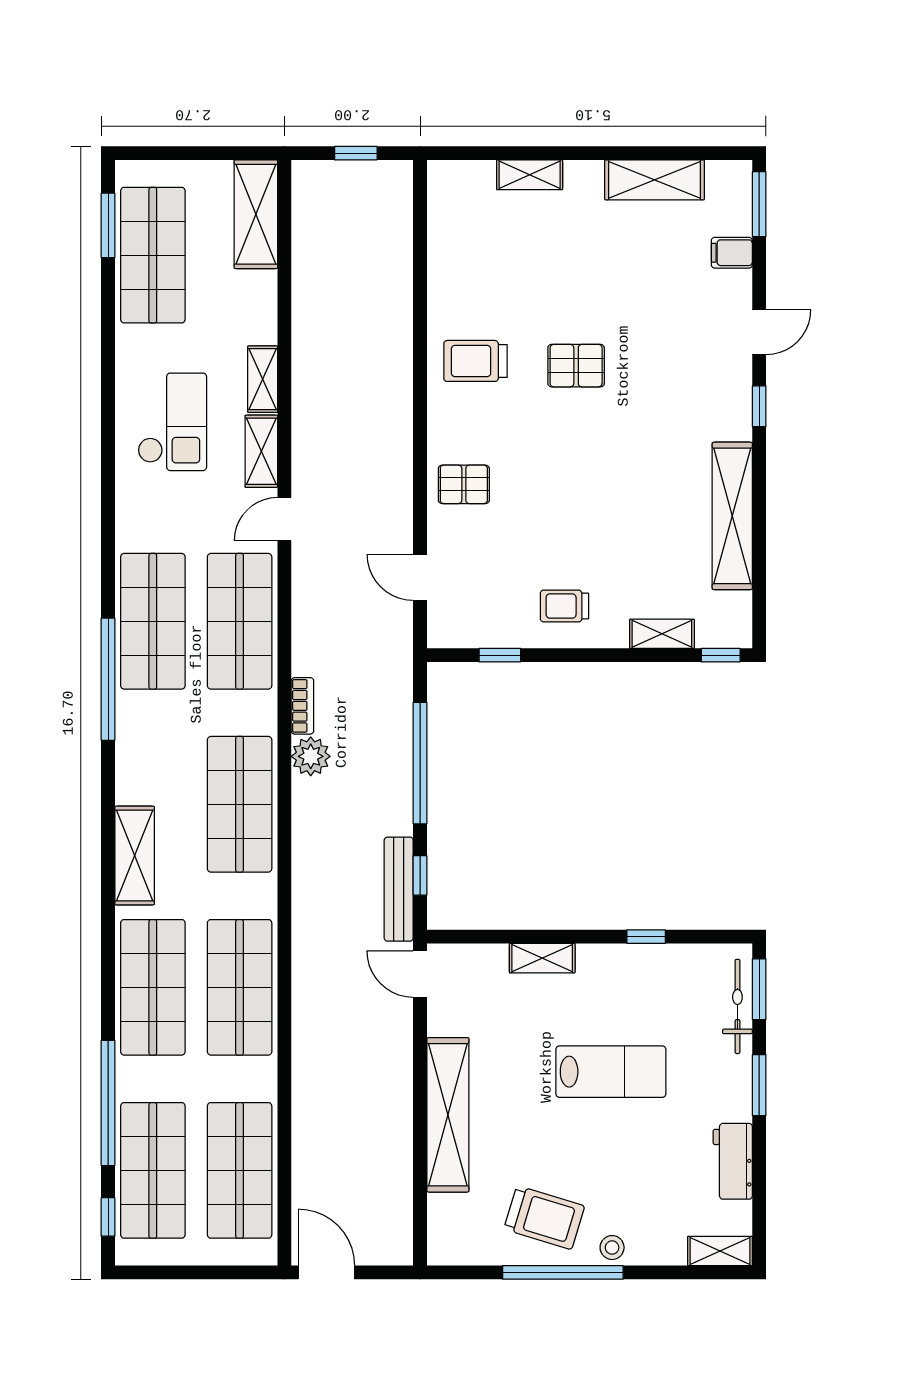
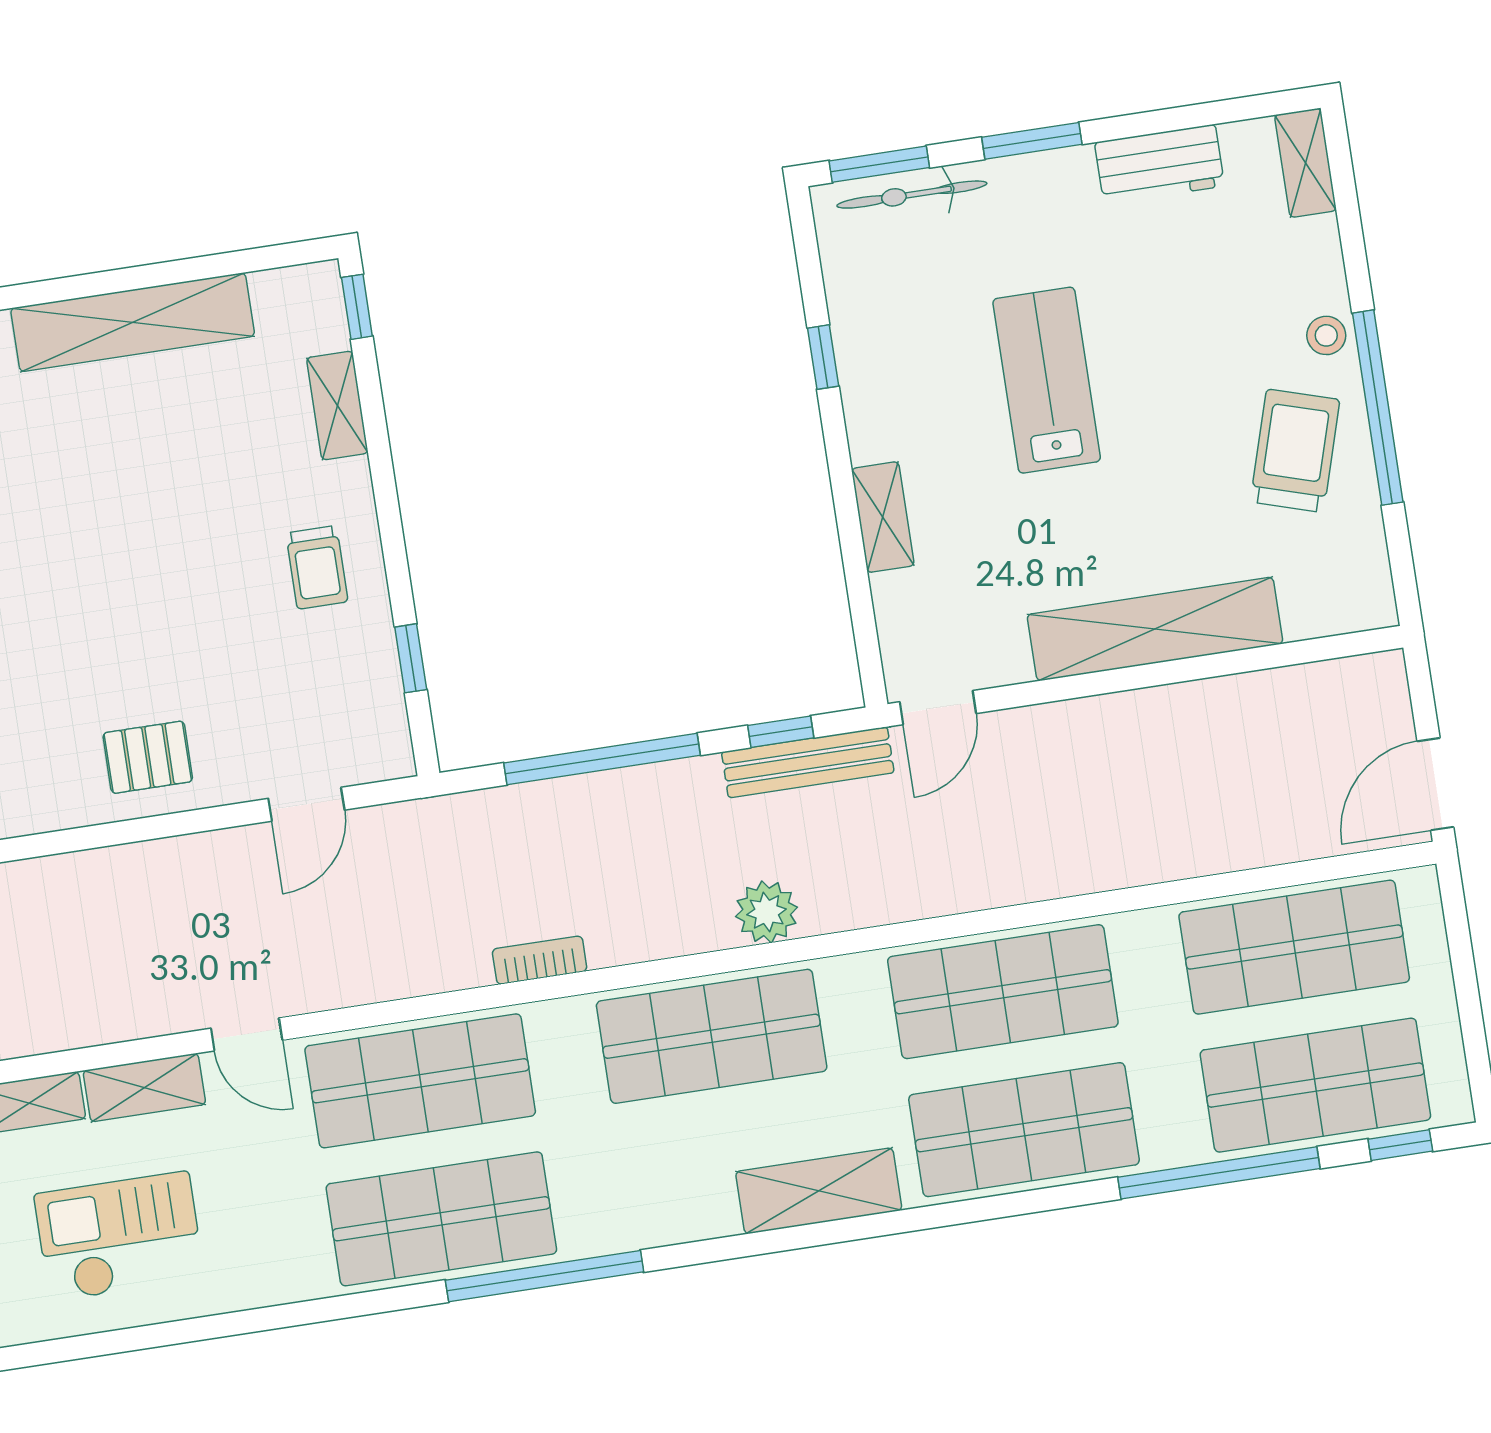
pallet: (464, 484) -> (148, 757), turned 90
plant: (311, 756) -> (767, 912), moved

